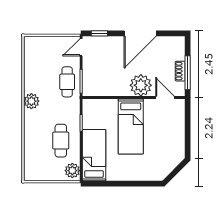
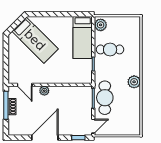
cafe table: (67, 82) -> (105, 98), width x1.37, depth x1.35
plant: (141, 85) -> (44, 91), width x0.53, depth x0.53
bed: (131, 126) -> (35, 40), moved, turned 135
cafe table: (61, 141) -> (110, 49), turned 90

